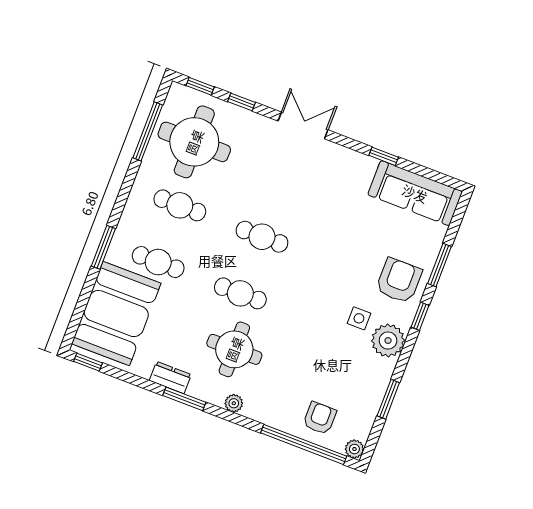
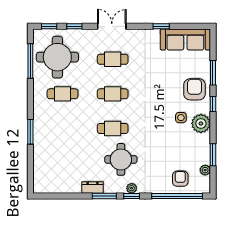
cafe table: (158, 262) -> (113, 59), moved
booth: (116, 314) -> (51, 164), removed
window: (88, 362) -> (132, 196), moved
plant: (354, 449) -> (205, 170), moved

